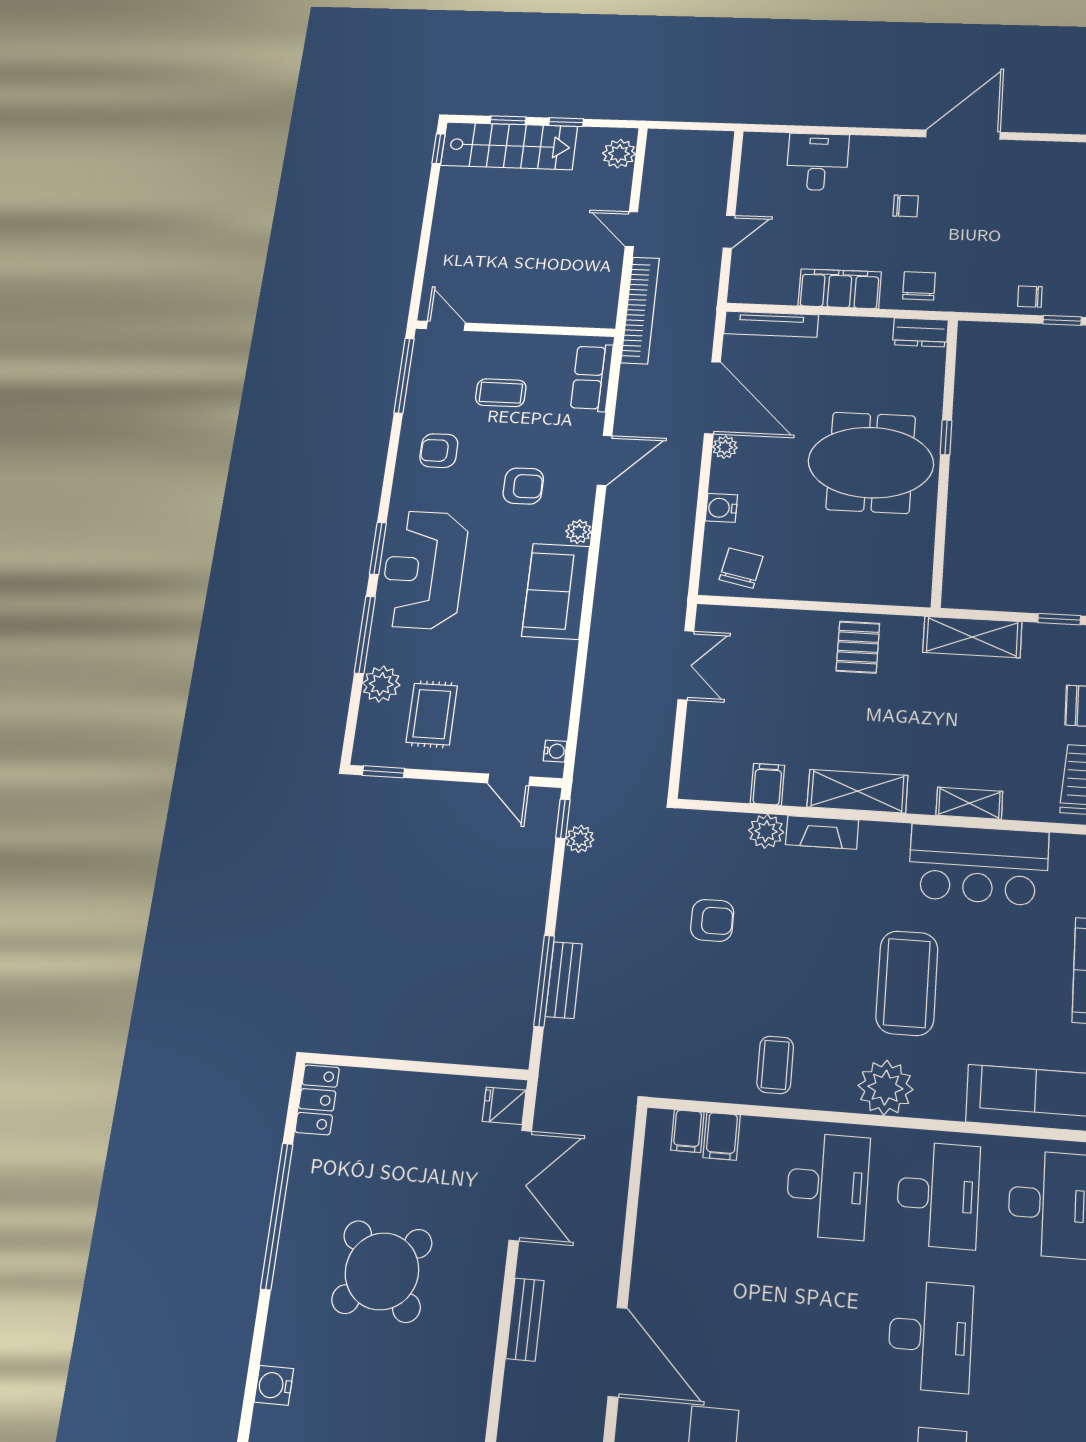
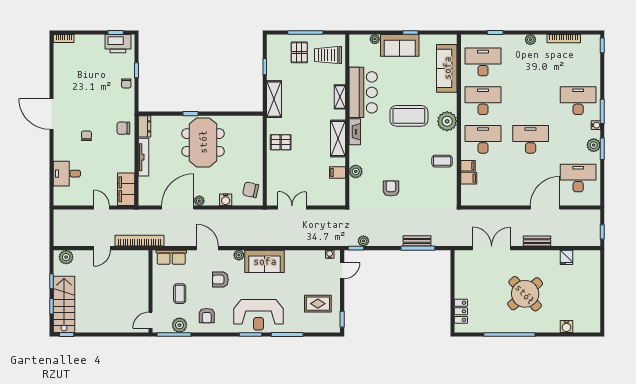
filing cabinet: (840, 289) -> (126, 189), moved
tv unit: (771, 324) -> (144, 157), moved
armchair: (523, 486) -> (220, 280), turned -90
plant: (381, 684) -> (180, 325), moved
fireplace: (822, 832) -> (355, 132), moved
locker: (317, 1100) -> (461, 311), moved, turned 90
fridge: (504, 1106) -> (566, 257), moved
filing cabinet: (687, 1131) -> (468, 166), moved
desk: (930, 1336) -> (531, 139), moved

